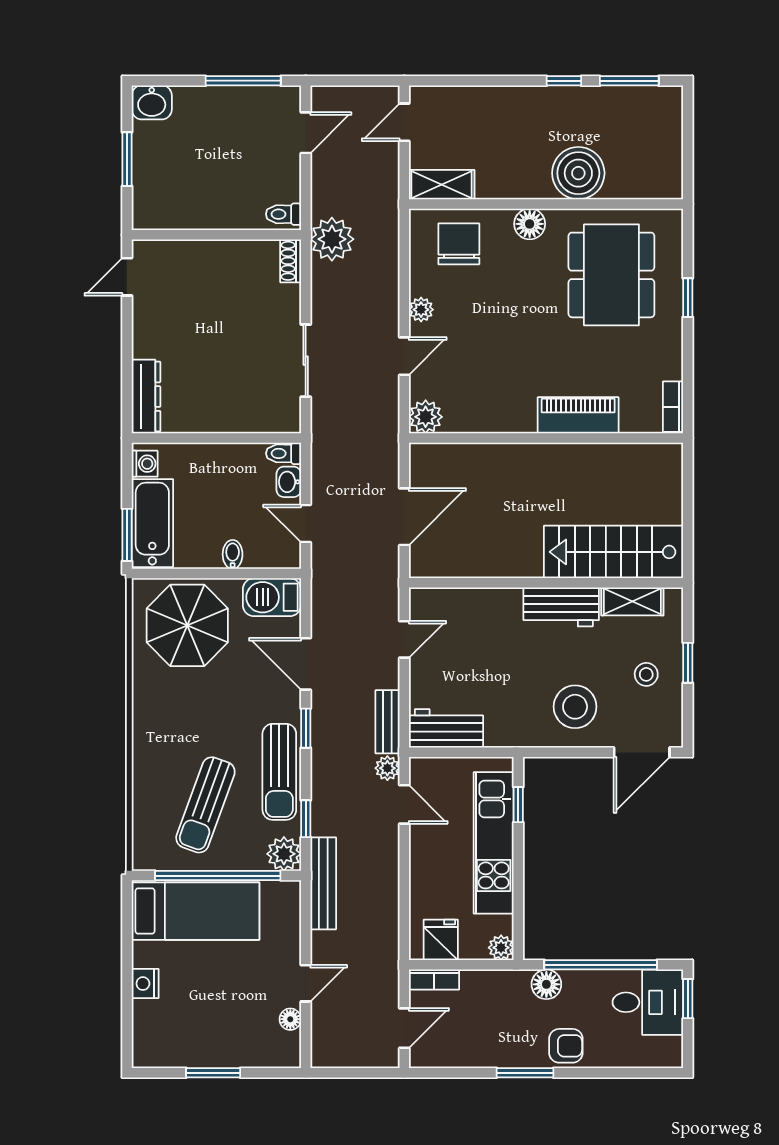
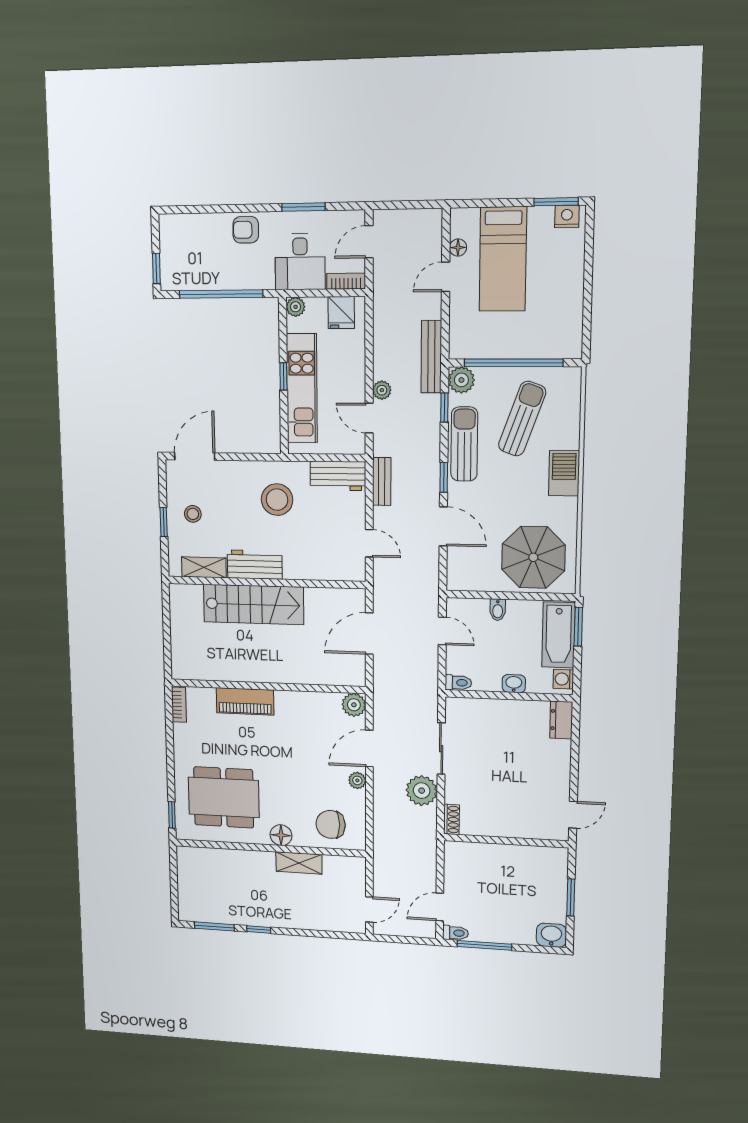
boiler: (578, 173) -> (248, 867), removed
shelving: (442, 185) -> (299, 863), moved
toilet: (283, 214) -> (455, 933), moved
plant: (332, 239) -> (422, 791), moved
chair: (459, 244) -> (331, 824), turned 90
dining table: (611, 275) -> (224, 797), turned 90
window: (688, 298) -> (172, 815), moved
door: (404, 356) -> (369, 748), width x1.38
dresser: (146, 397) -> (561, 720), width x0.70
washbasin: (289, 482) -> (514, 684), moved, turned -90
stairs: (613, 552) -> (253, 604), moved
barbecue: (272, 597) -> (564, 473), moved, turned -90
door: (404, 639) -> (369, 543), swing flipped
stool: (575, 707) -> (277, 500), moved
plant: (387, 768) -> (382, 390), moved
window: (518, 805) -> (283, 376), moved
bed: (195, 911) -> (503, 259), moved, turned -90
nightstand: (145, 984) -> (567, 217), moved, turned -90
floor lamp: (546, 984) -> (261, 278), removed
desk: (648, 1002) -> (300, 262), moved, turned -90
window: (213, 1073) -> (556, 202), moved
window: (525, 1073) -> (304, 207), moved

